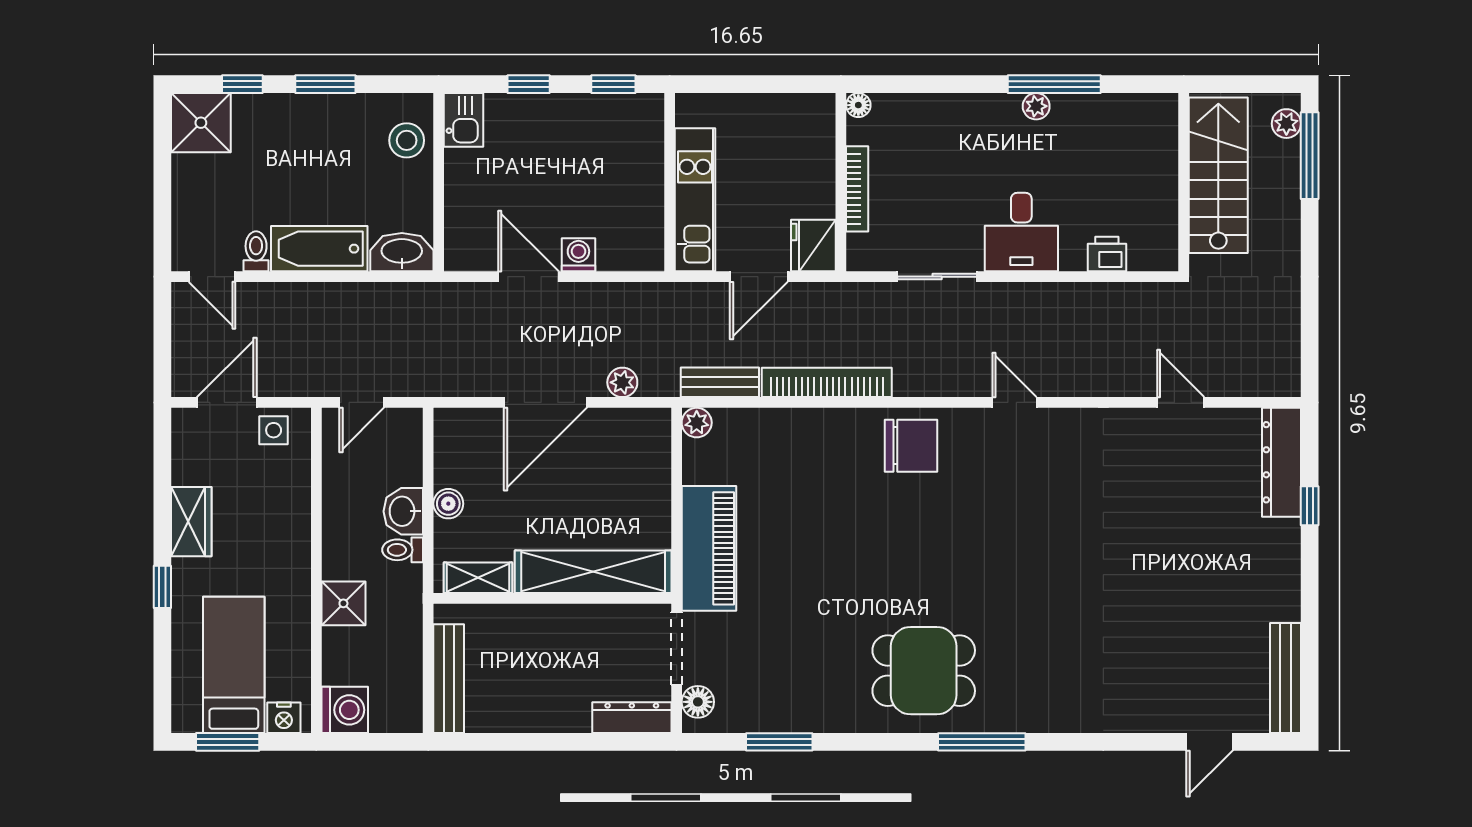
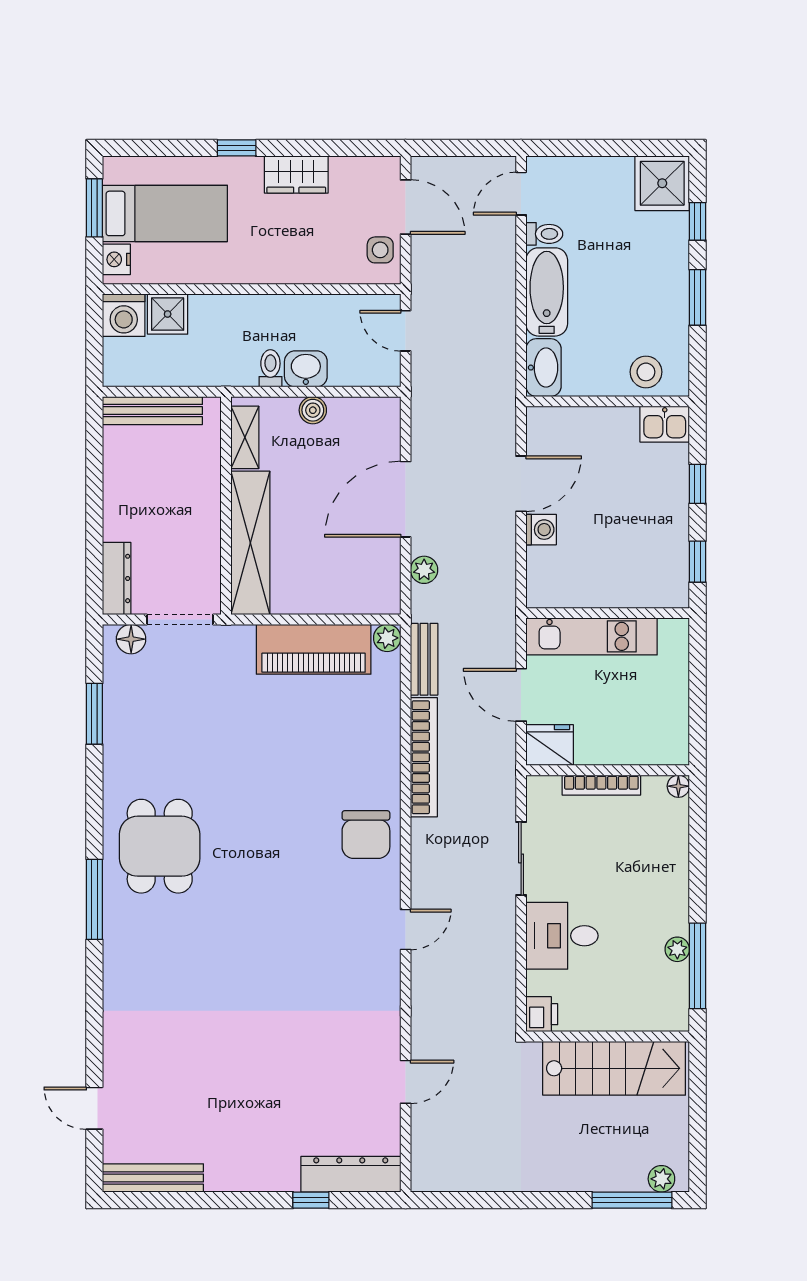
stairs: (1218, 175) -> (614, 1068), moved
wall: (1184, 182) -> (608, 1037), moved
door: (545, 402) -> (406, 499), hinge flipped
piano: (709, 548) -> (314, 649), moved
shower: (343, 603) -> (168, 314), moved

